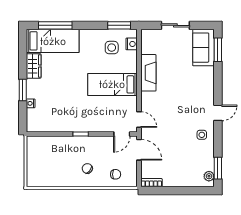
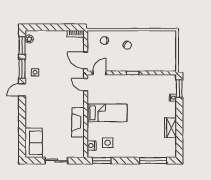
bed: (53, 41) -> (155, 148), removed
window: (218, 50) -> (22, 69), moved
window: (23, 90) -> (179, 89), moved

